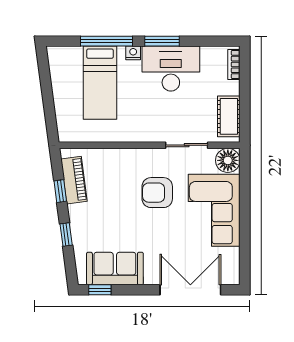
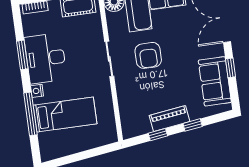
window: (162, 41) -> (22, 55), moved
sliding door: (187, 145) -> (109, 59), moved
piano: (74, 180) -> (170, 119), moved
window: (100, 290) -> (231, 68), moved

